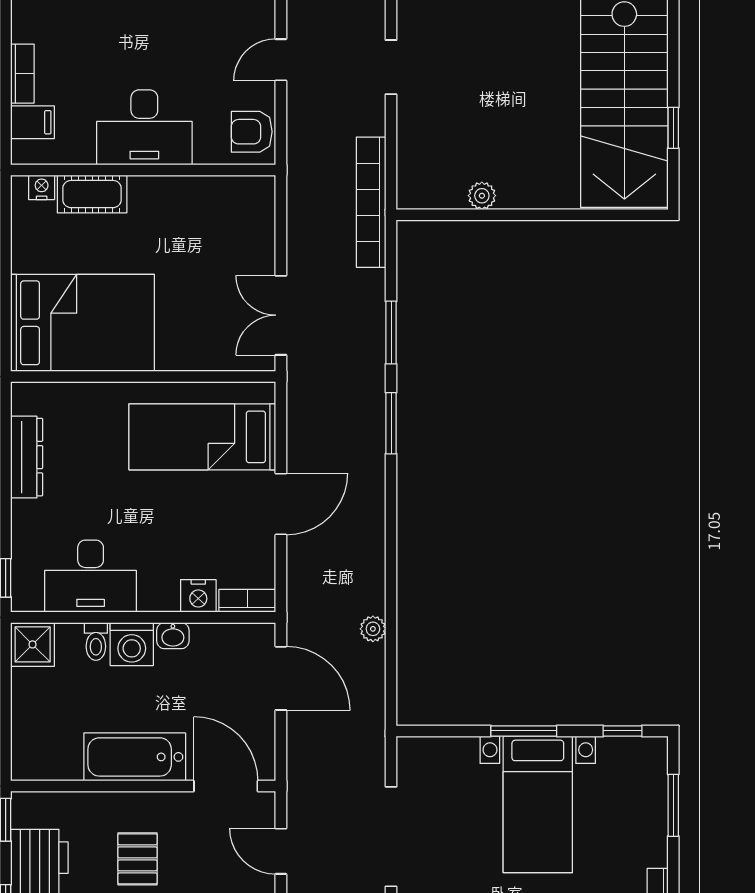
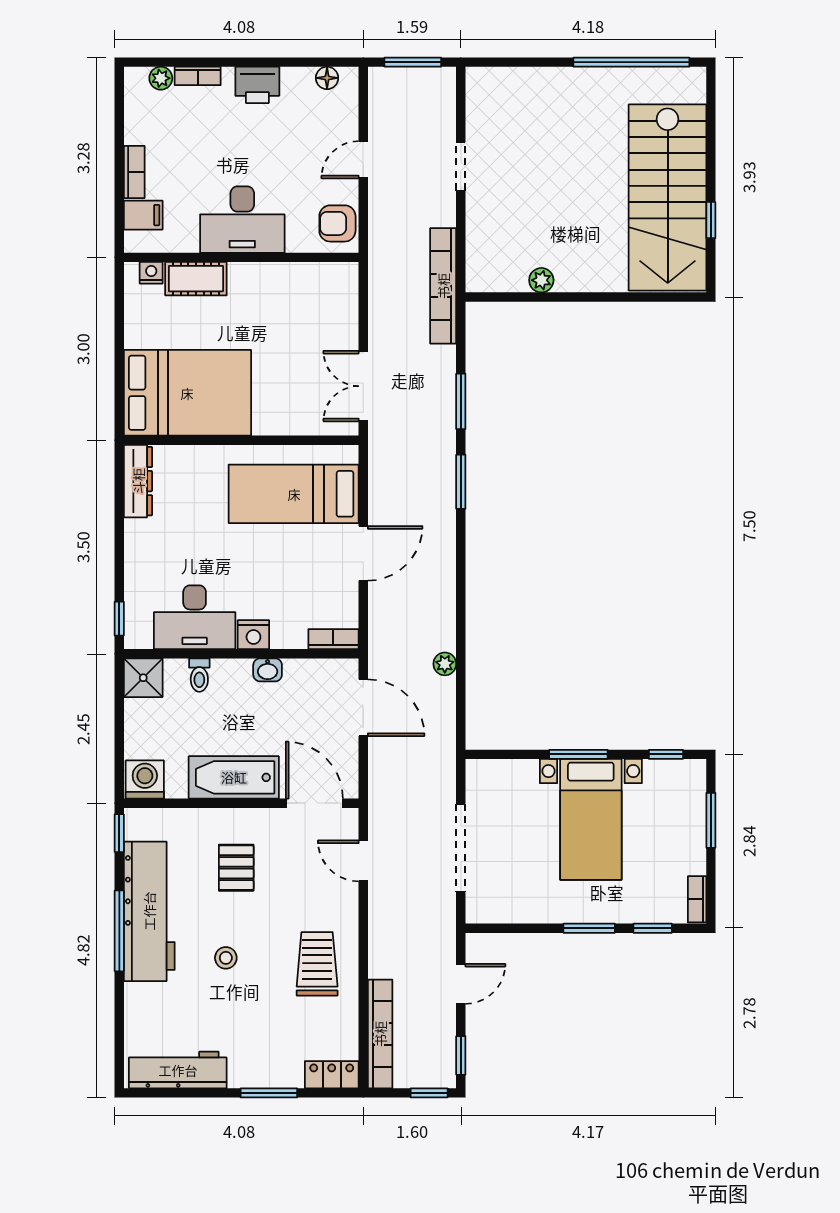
dresser: (27, 457) -> (138, 481), moved
nightstand: (198, 596) -> (253, 635), moved
washing machine: (132, 644) -> (145, 780), moved, turned 180

